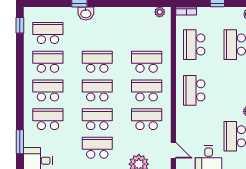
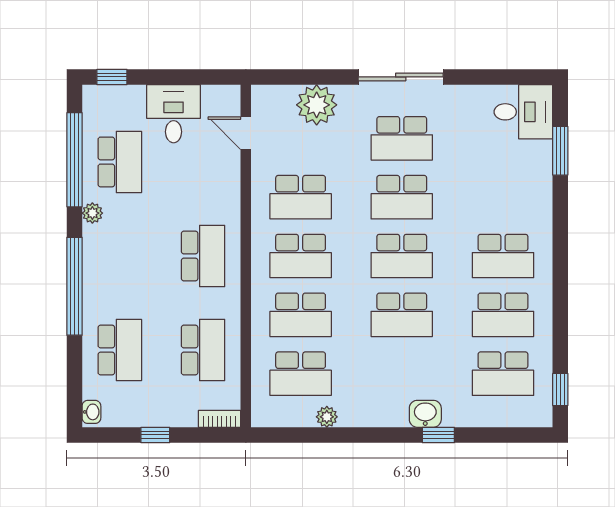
plant: (160, 12) -> (327, 417), moved
school desk: (48, 119) -> (301, 374), moved

